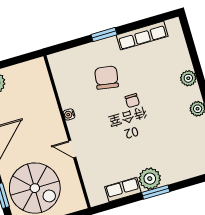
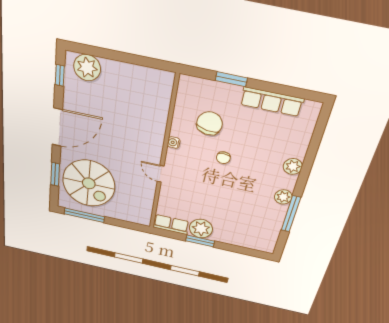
water cooler: (69, 114) -> (174, 143), moved
wall: (67, 132) -> (163, 157), moved
door: (72, 149) -> (161, 174), moved

